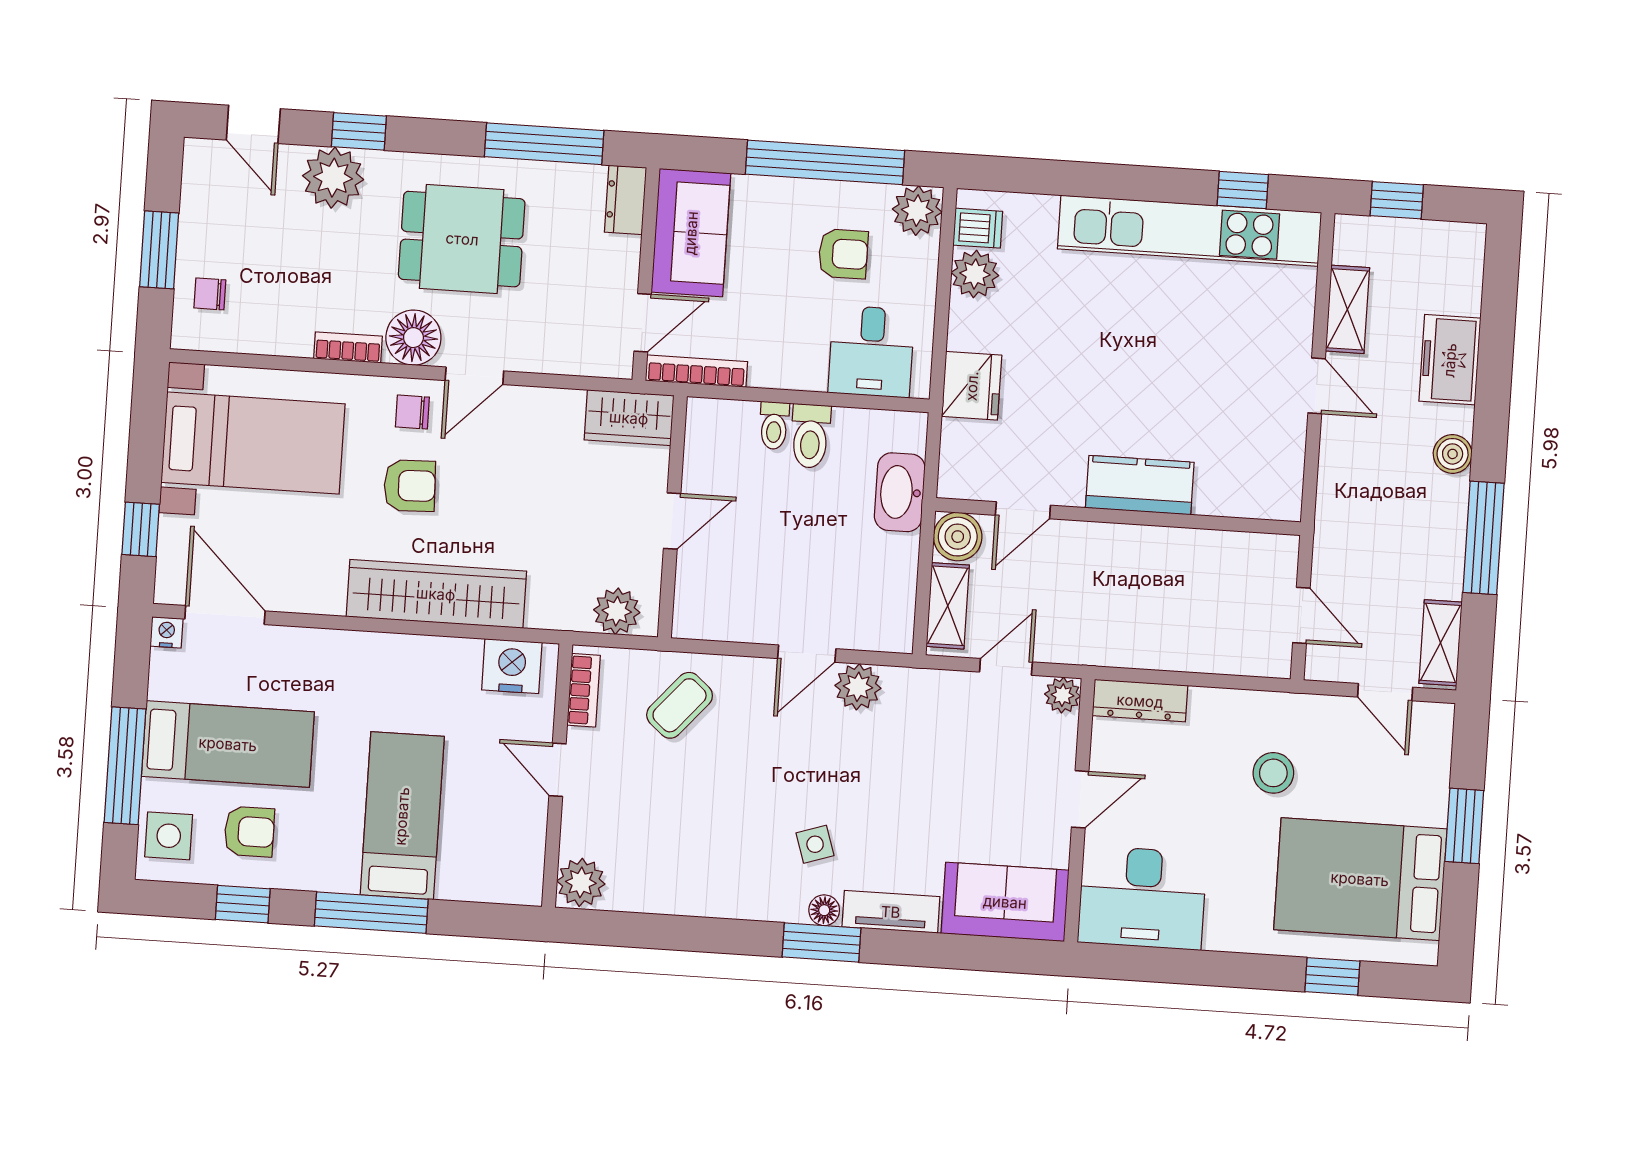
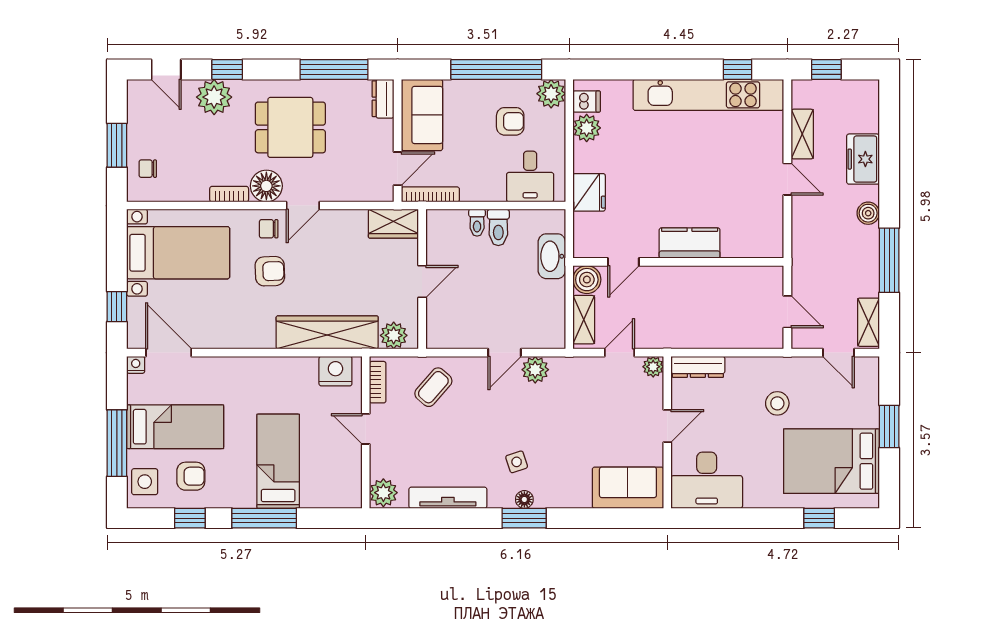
wardrobe: (436, 594) -> (327, 332), moved
tv unit: (891, 912) -> (448, 498), moved, width x1.41

